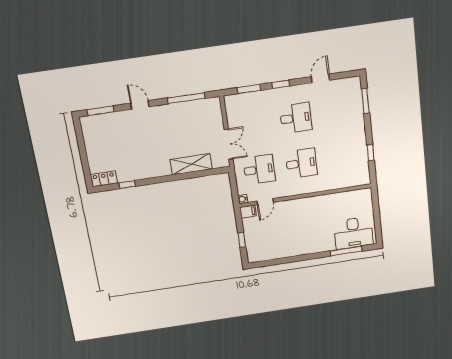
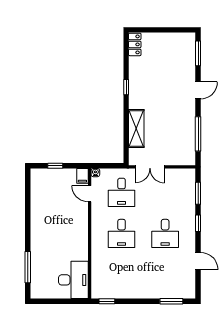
window: (371, 153) -> (107, 301), moved
window: (127, 185) -> (126, 87), moved
desk: (353, 233) -> (73, 280), moved, turned 180

